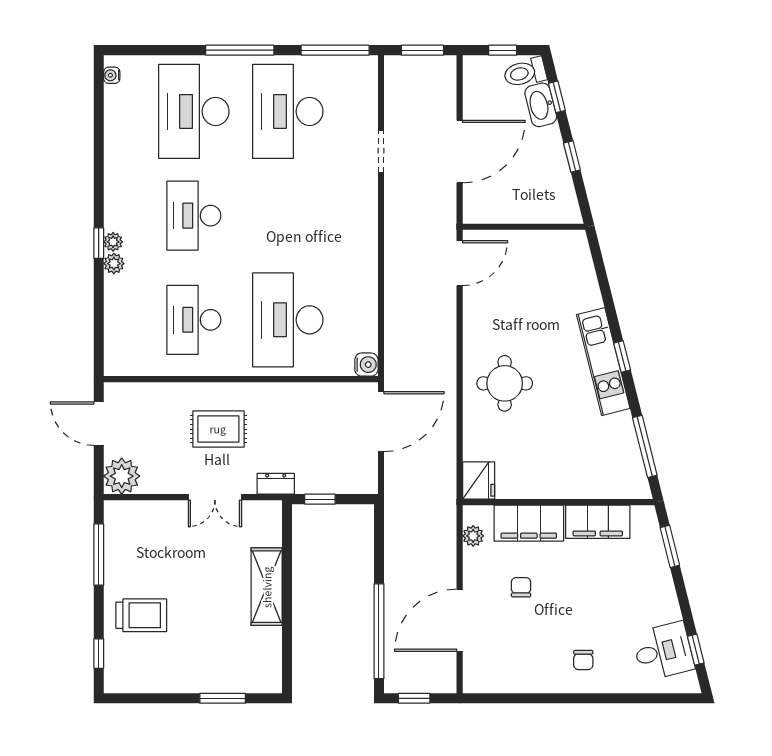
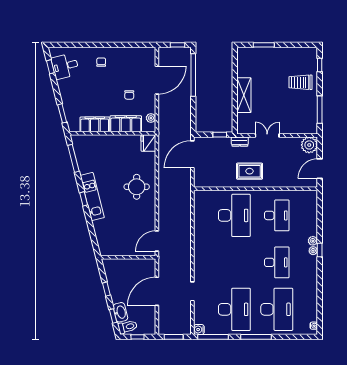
water cooler: (366, 365) -> (199, 330), moved
door: (381, 422) -> (192, 154), moved
door: (99, 424) -> (320, 169), swing flipped
rug: (218, 429) -> (250, 171), moved

